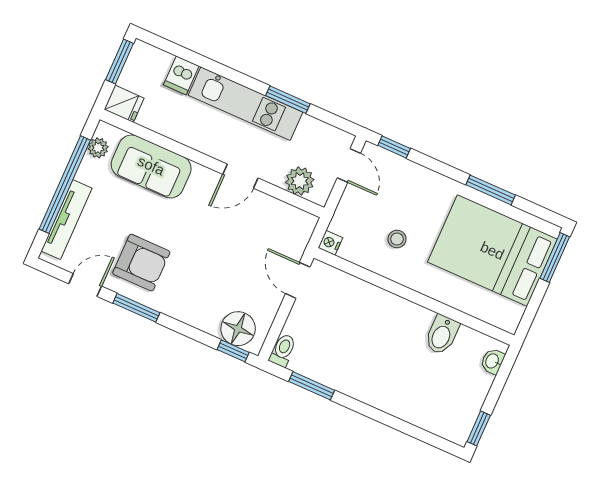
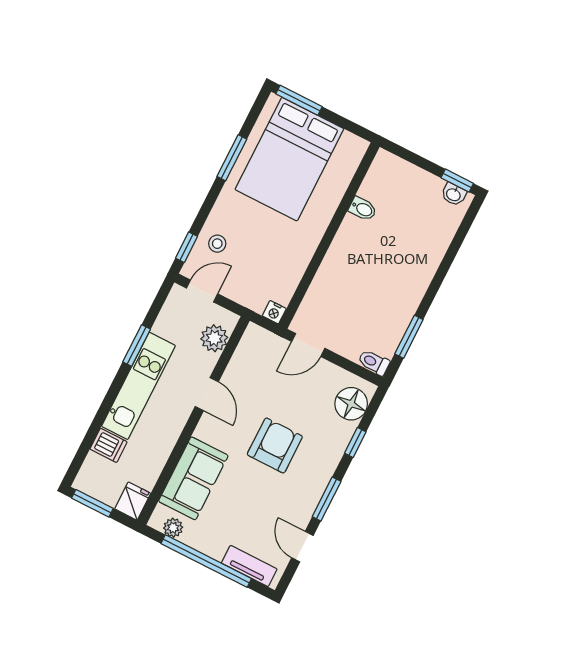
tv unit: (66, 220) -> (249, 566), width x0.71
stool: (397, 239) -> (217, 244), moved
armchair: (141, 263) -> (275, 445), moved
bidet: (442, 335) -> (363, 209), width x0.72, depth x0.74
window: (233, 351) -> (355, 442), moved
washbasin: (493, 361) -> (454, 194), moved

